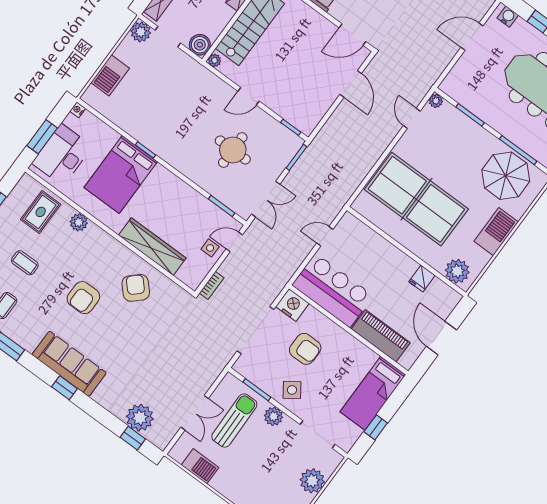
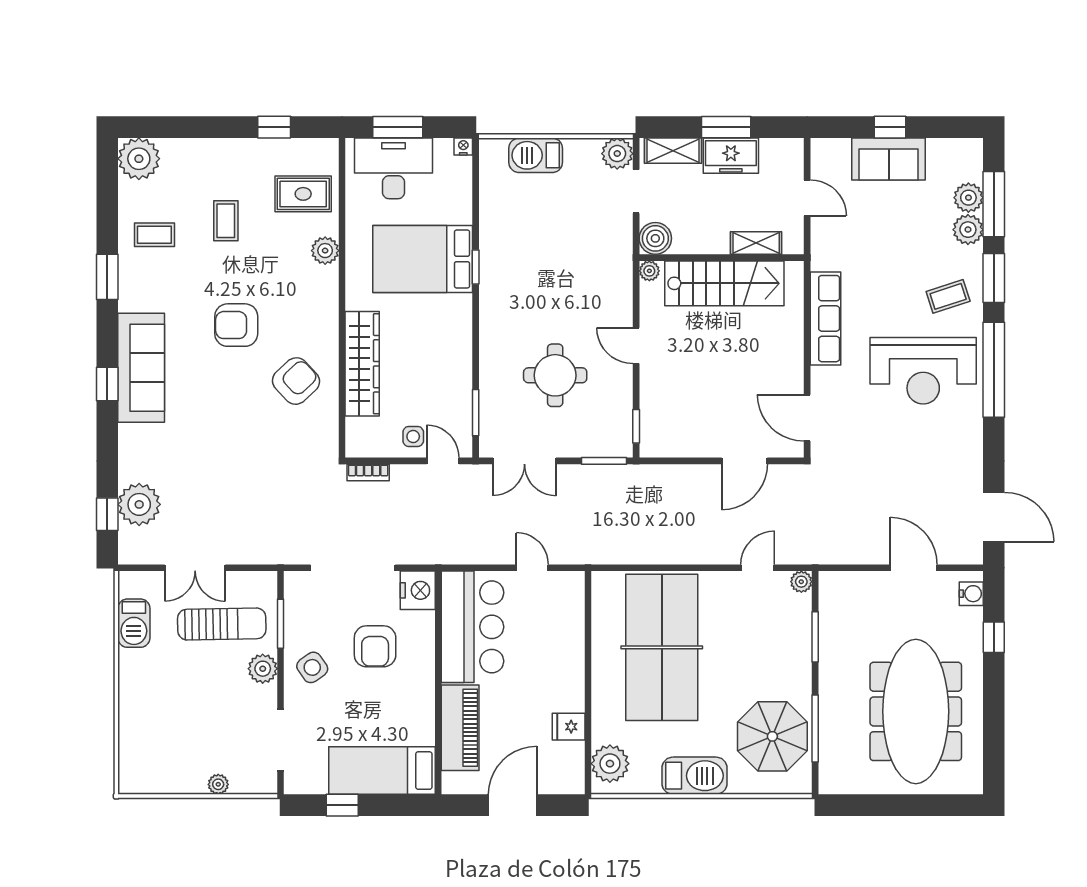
plant: (312, 481) -> (218, 784), width x0.53, depth x0.53

